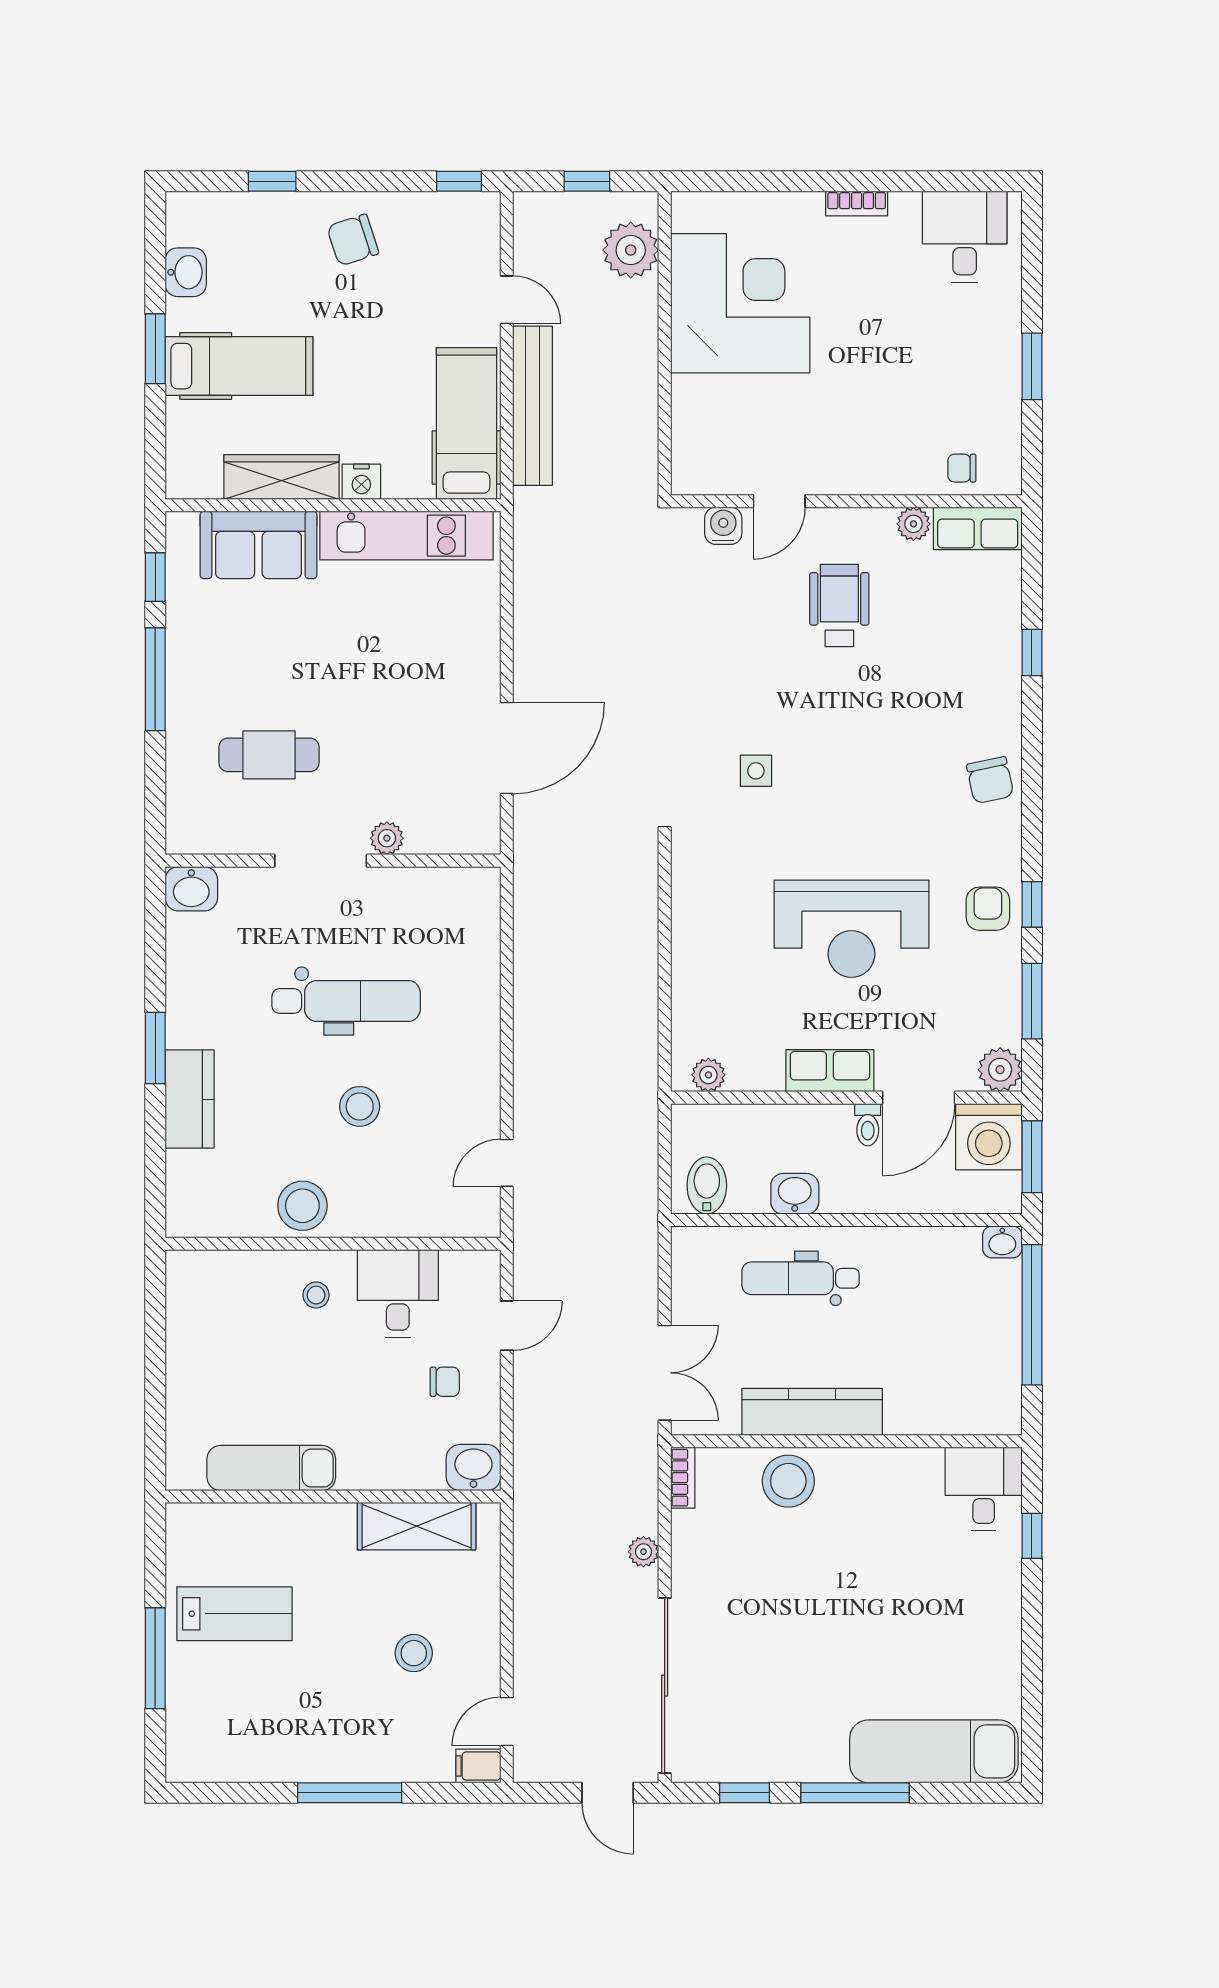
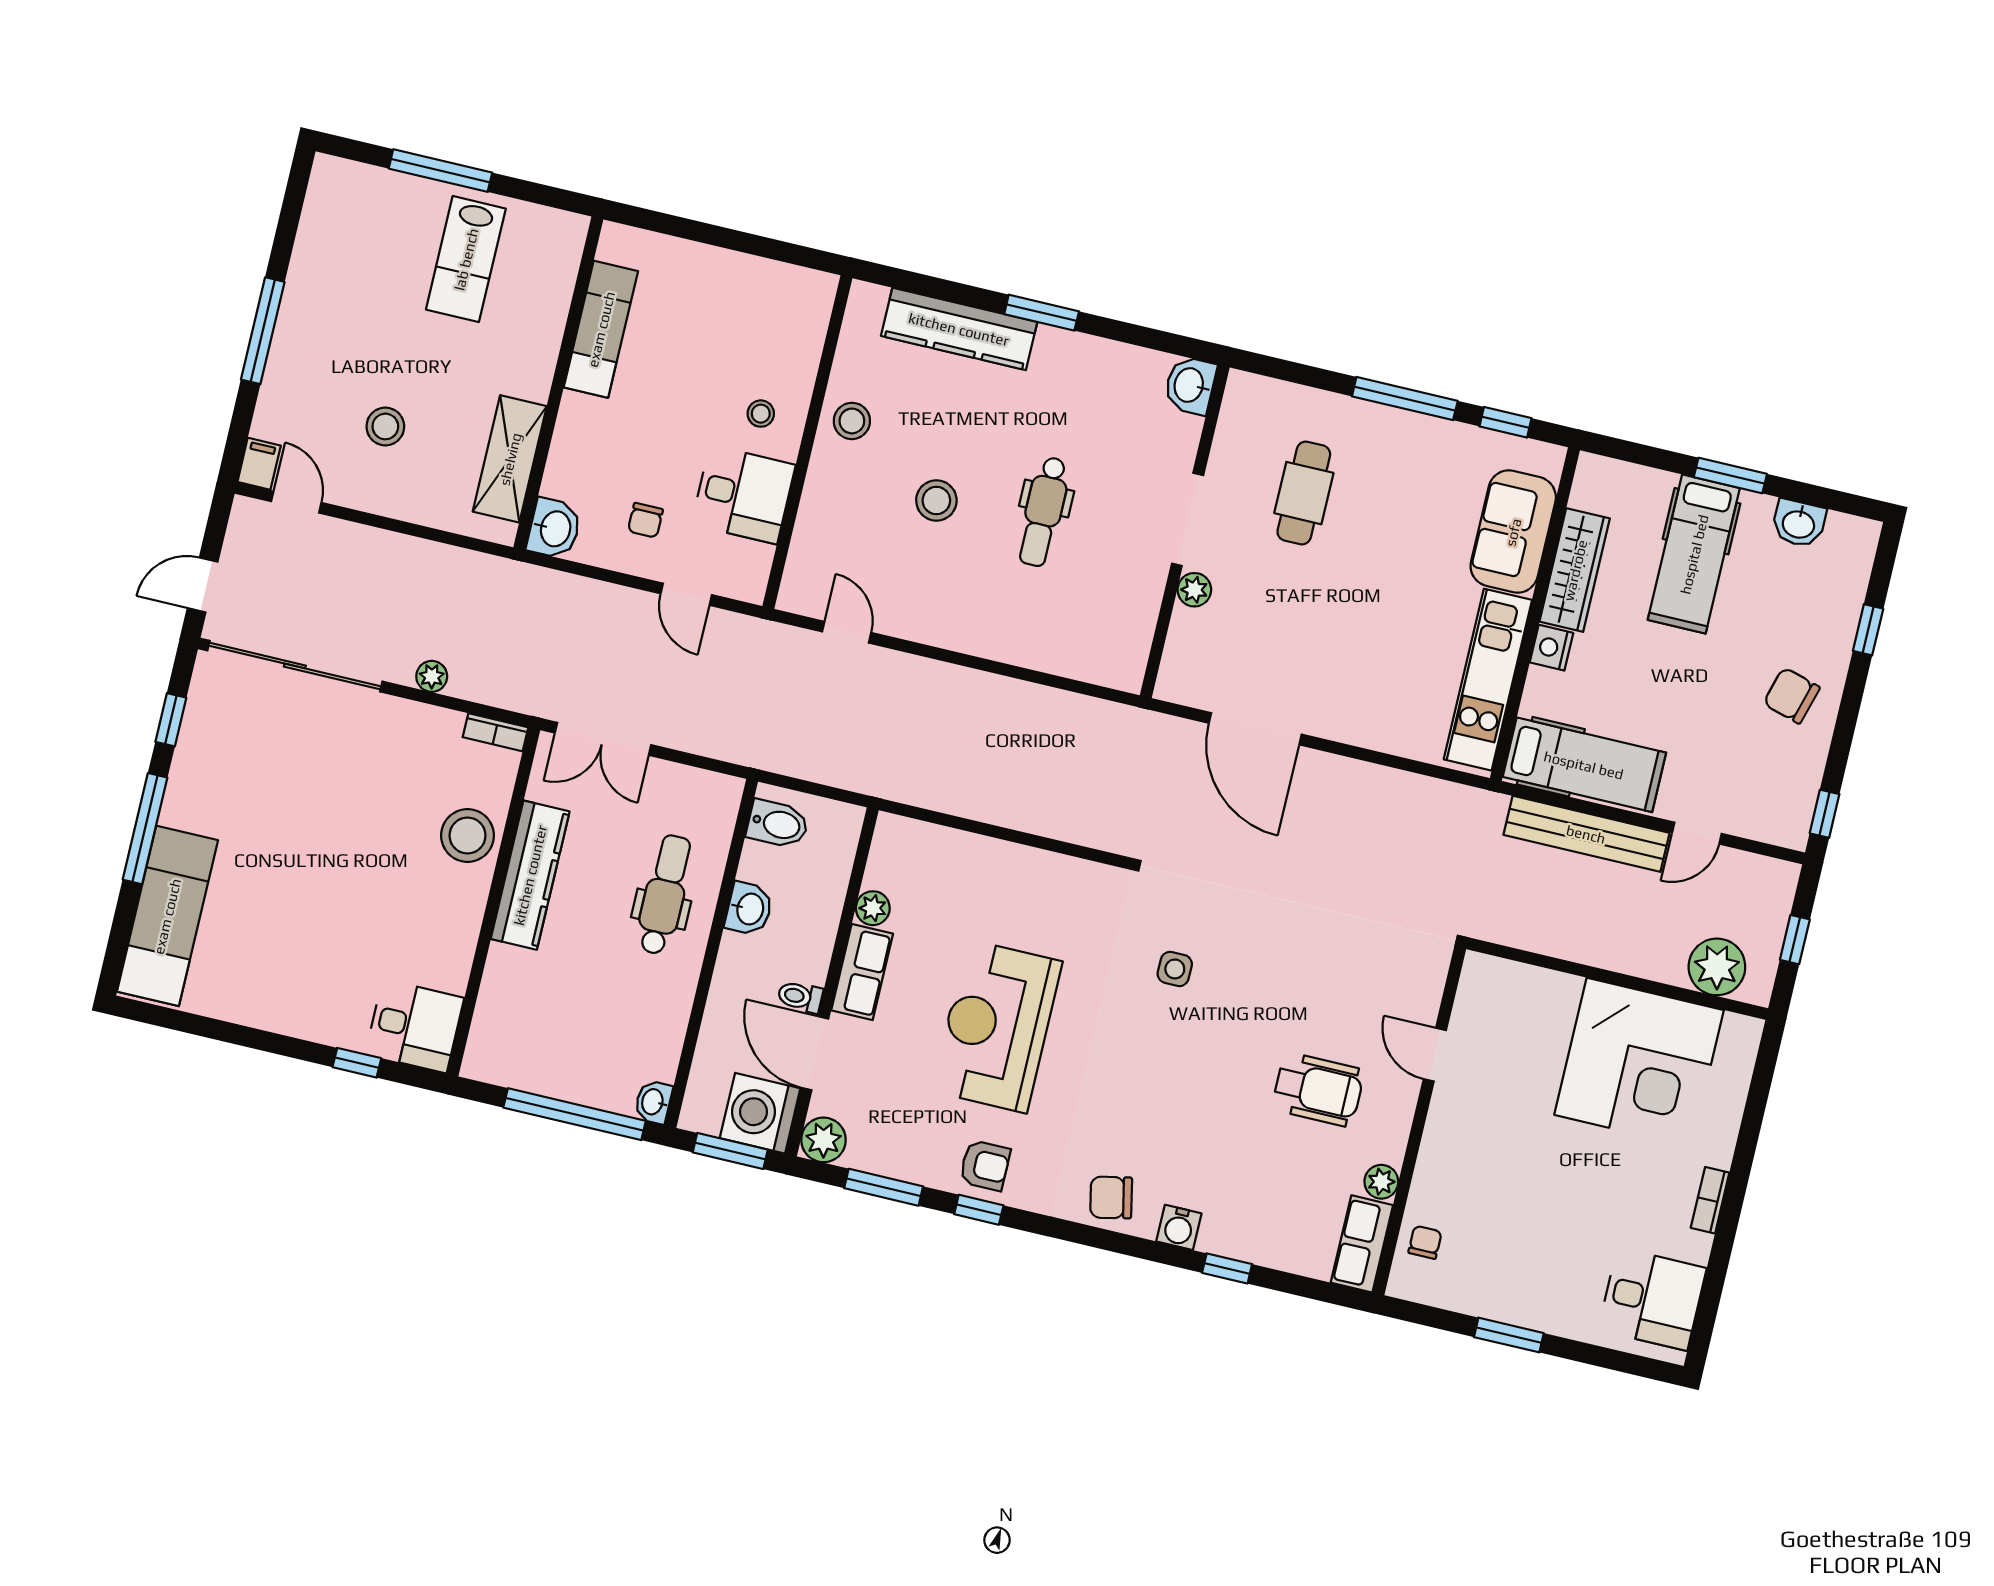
chair: (353, 240) -> (1792, 695), turned -56
water cooler: (723, 526) -> (1179, 1227), moved, turned 90
dental chair: (346, 1001) -> (1043, 512), width x0.73, depth x0.72
plant: (708, 1075) -> (873, 908), moved
kitchen counter: (190, 1099) -> (959, 329), width x1.50
stool: (302, 1206) -> (852, 421), width x0.73, depth x0.73

